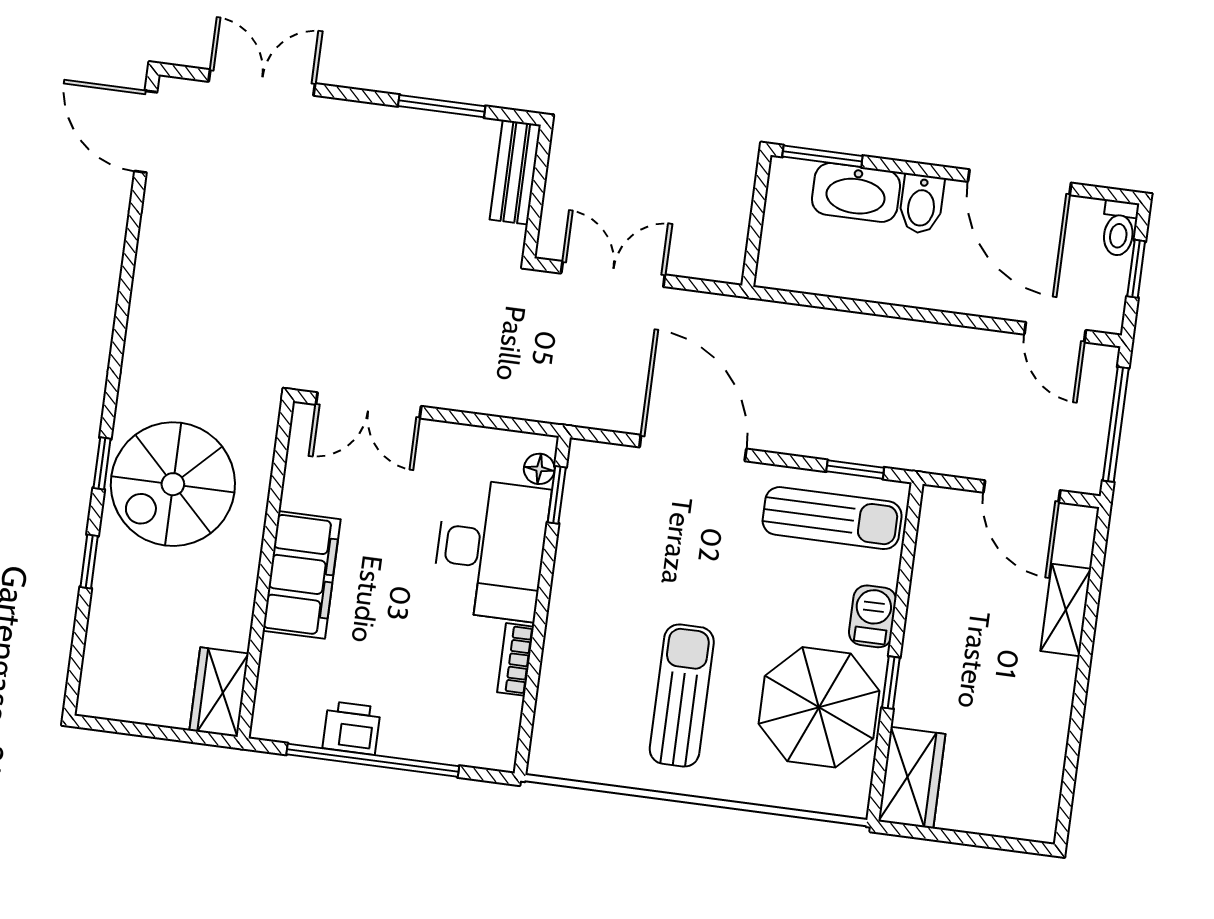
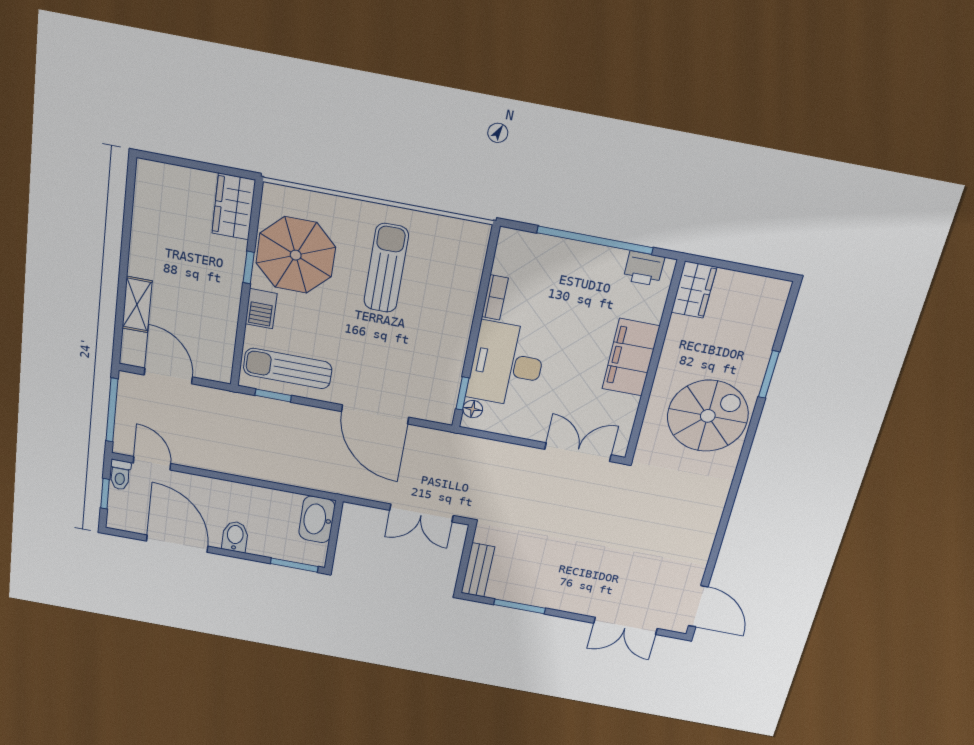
washbasin: (856, 192) -> (317, 519), moved, turned -90
toilet: (1119, 228) -> (120, 475), moved, turned 180
window: (102, 463) -> (752, 431), removed
window: (89, 562) -> (769, 374), width x1.50
sun lounger: (682, 695) -> (386, 268), turned 180
printer: (352, 728) -> (644, 269), moved

